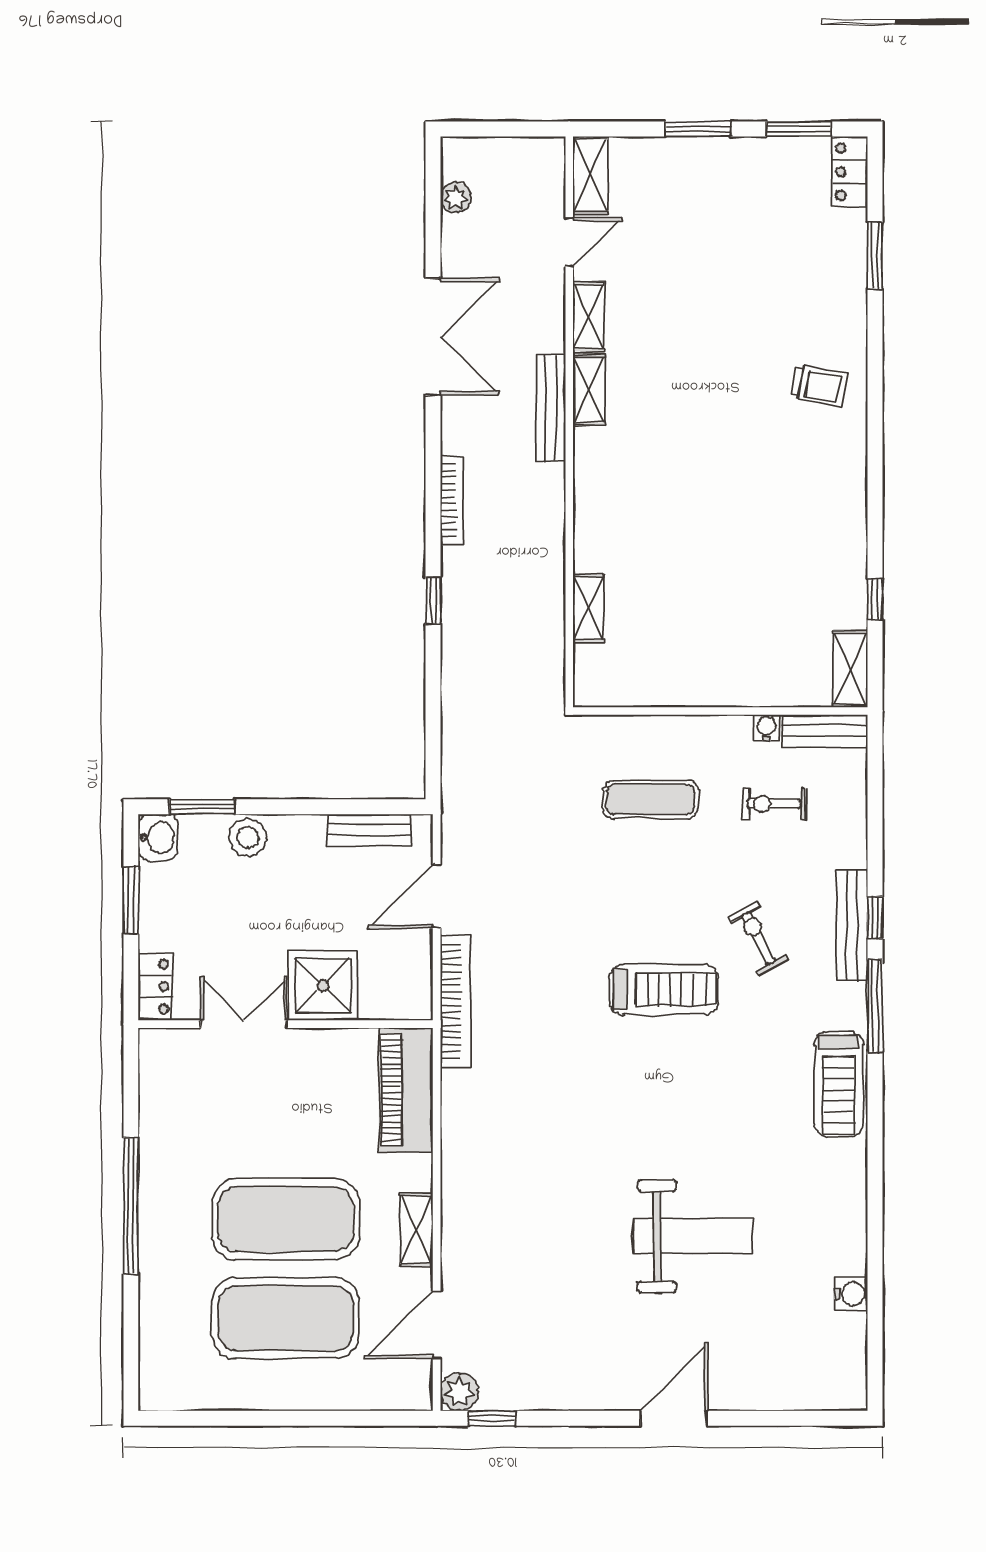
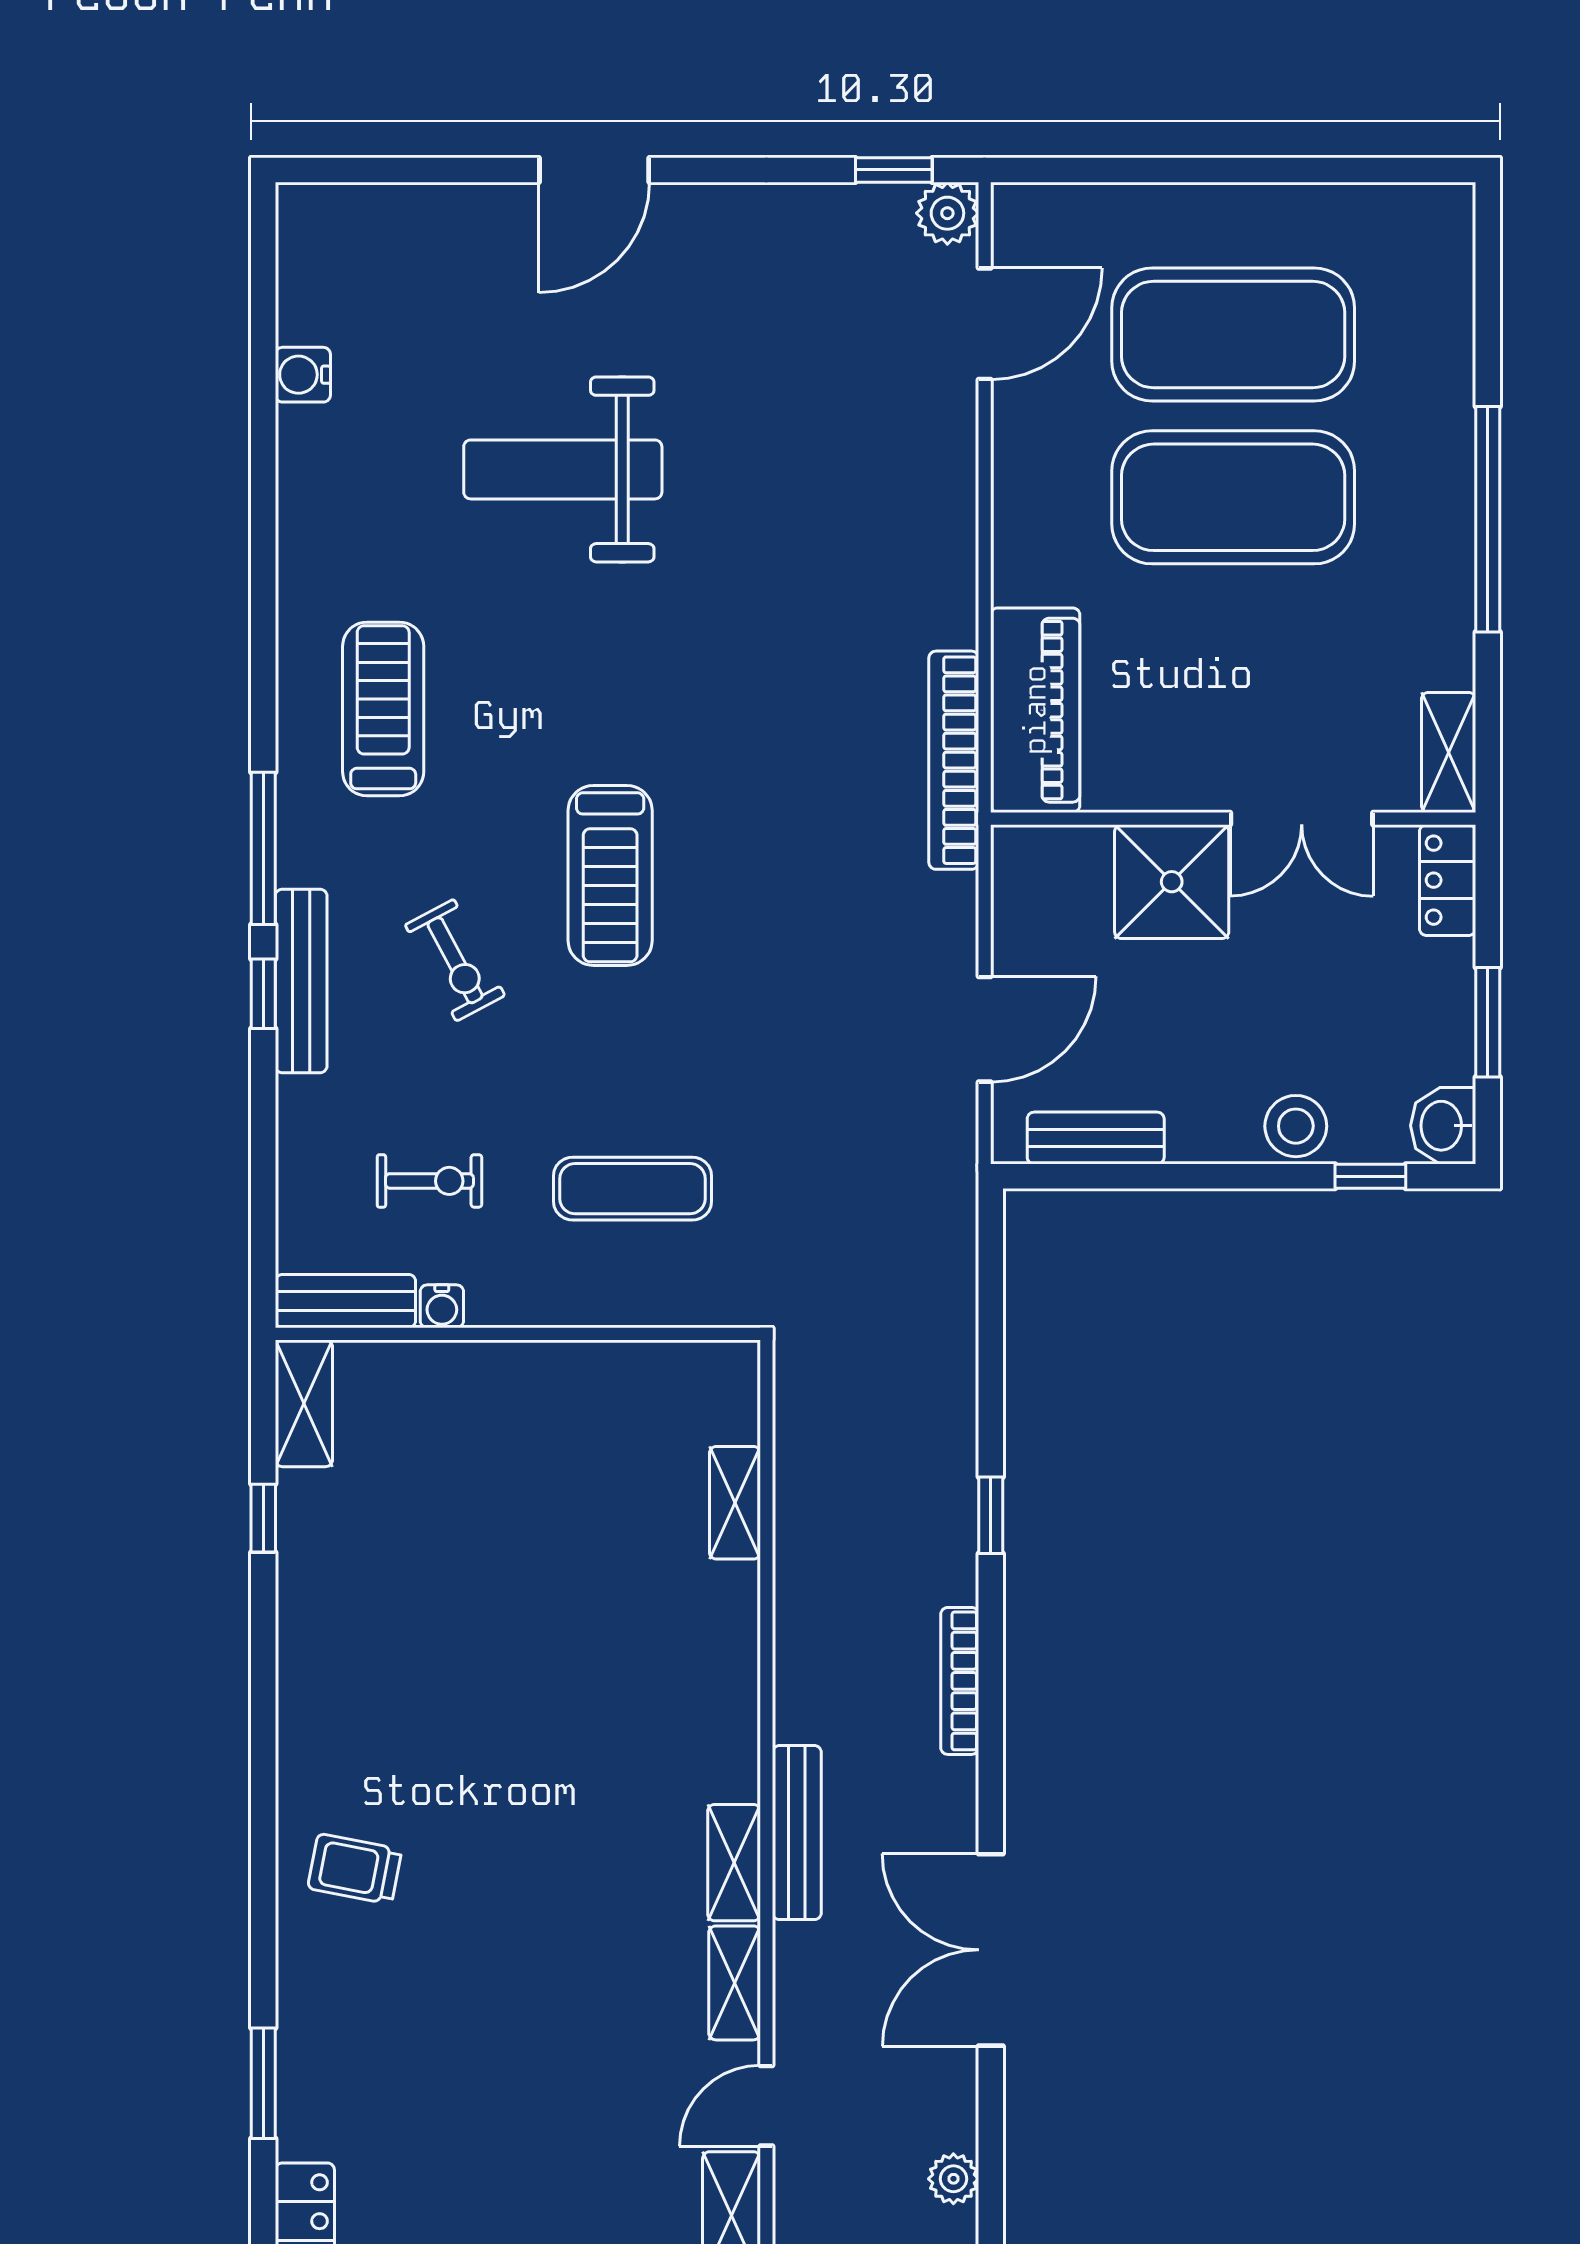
window: (202, 807) -> (1370, 1176), width x0.67
treadmill: (664, 990) -> (610, 875), turned -90
bookcase: (455, 1002) -> (954, 760), moved
treadmill: (839, 1084) -> (383, 709), moved
shelving: (416, 1229) -> (1449, 752), moved

